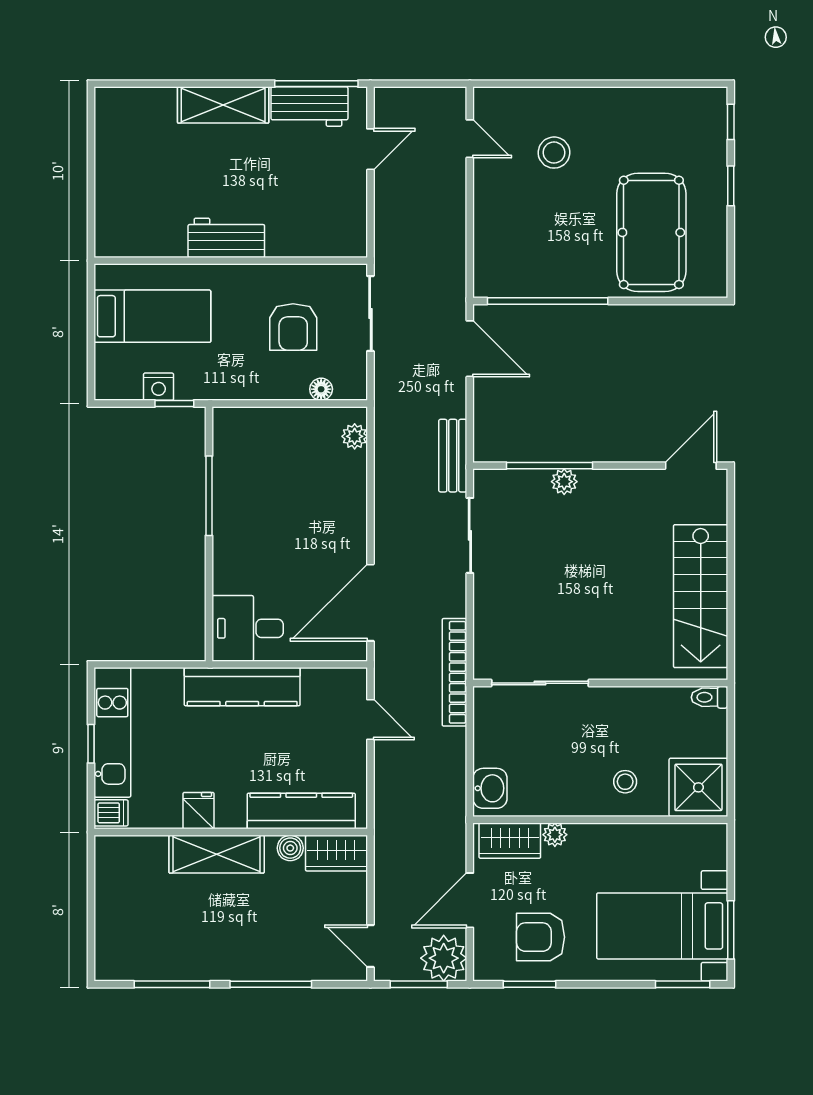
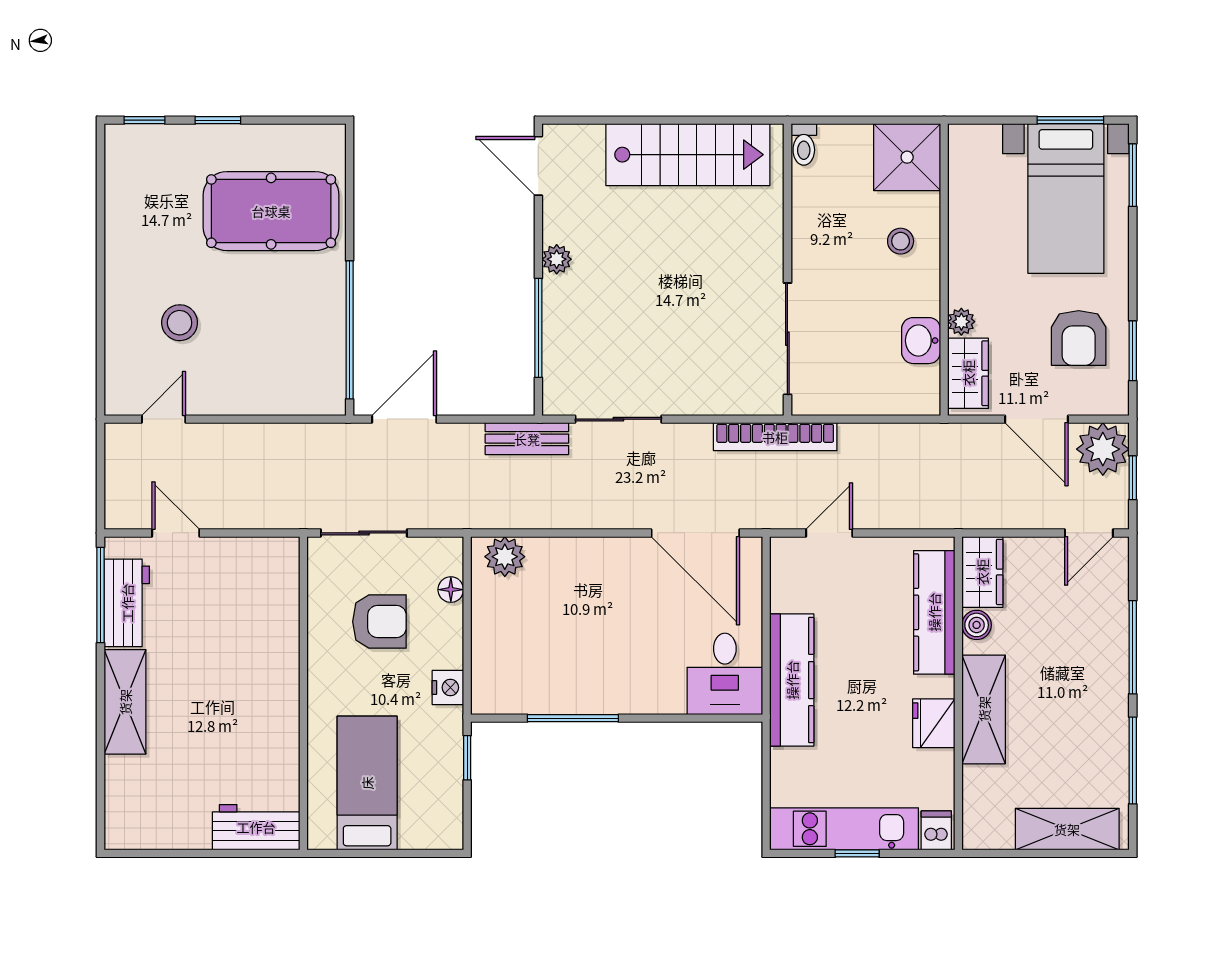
workbench: (226, 238) -> (256, 827), moved, turned 90
nightstand: (159, 387) -> (448, 688), moved
plant: (355, 436) -> (505, 557), width x1.38, depth x1.38
plant: (564, 482) -> (557, 259), moved
washbasin: (490, 788) -> (921, 341), moved, turned -90
fridge: (199, 811) -> (934, 723), width x1.38
shelving: (112, 927) -> (1067, 829), added
window: (419, 984) -> (1133, 478), width x0.67

